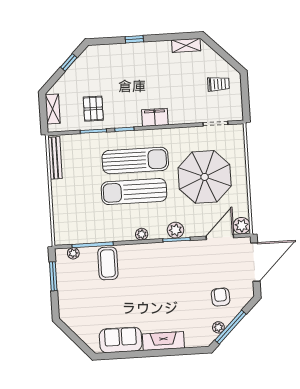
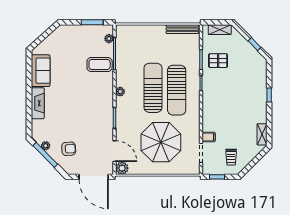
window: (245, 101) -> (217, 177), added
filing cabinet: (155, 117) -> (209, 137), moved, width x0.50
plant: (176, 230) -> (122, 118), removed

